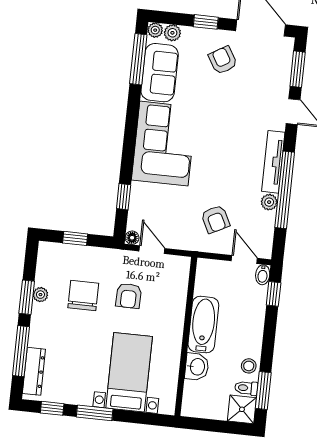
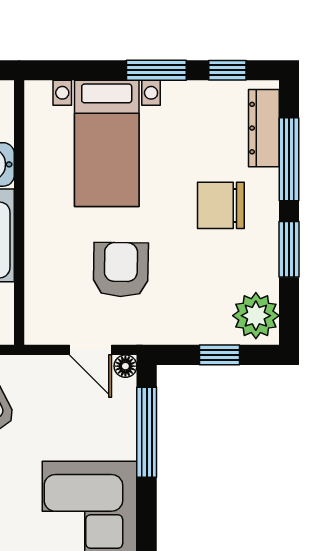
window: (124, 197) -> (147, 432), width x2.17
plant: (40, 295) -> (256, 316), moved, width x1.87, depth x1.87
chair: (83, 295) -> (221, 205), moved, turned 90
armchair: (129, 296) -> (121, 270), width x1.38, depth x1.38

